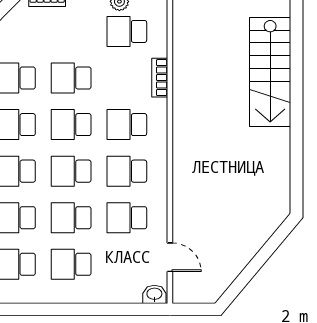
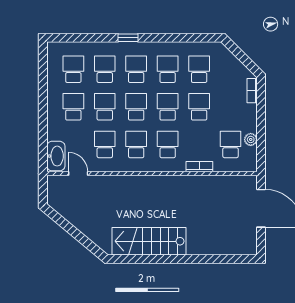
stairs: (270, 72) -> (149, 241), moved
door: (170, 257) -> (78, 174), swing flipped
washbasin: (154, 294) -> (56, 156), width x1.91, depth x1.45

